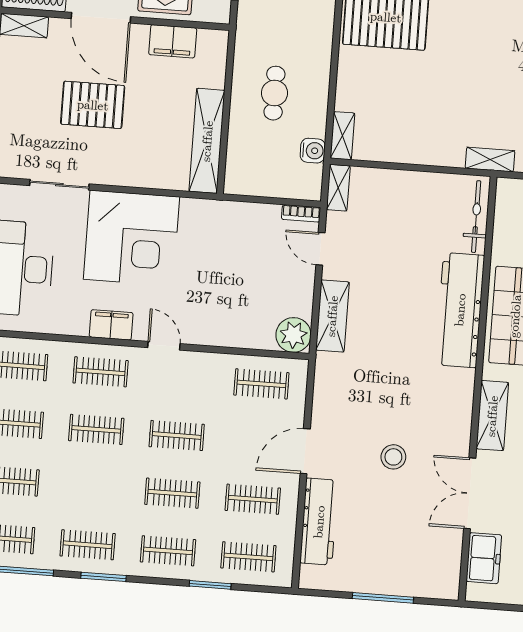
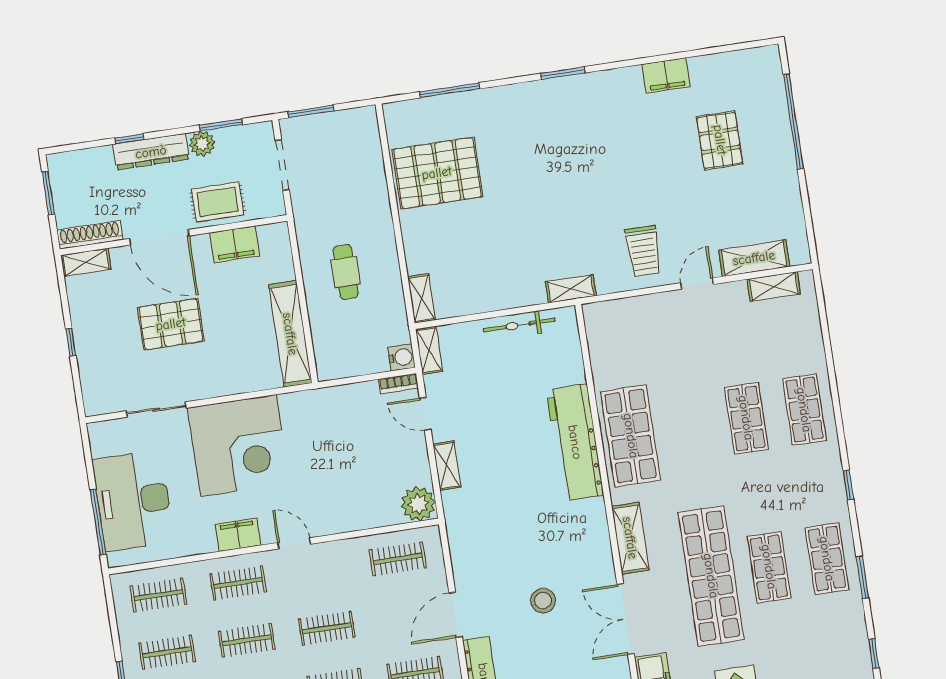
water cooler: (313, 151) -> (401, 357), moved
bicycle: (476, 217) -> (519, 325), moved, turned -90
shelving: (332, 316) -> (447, 466), width x0.67, depth x0.75

